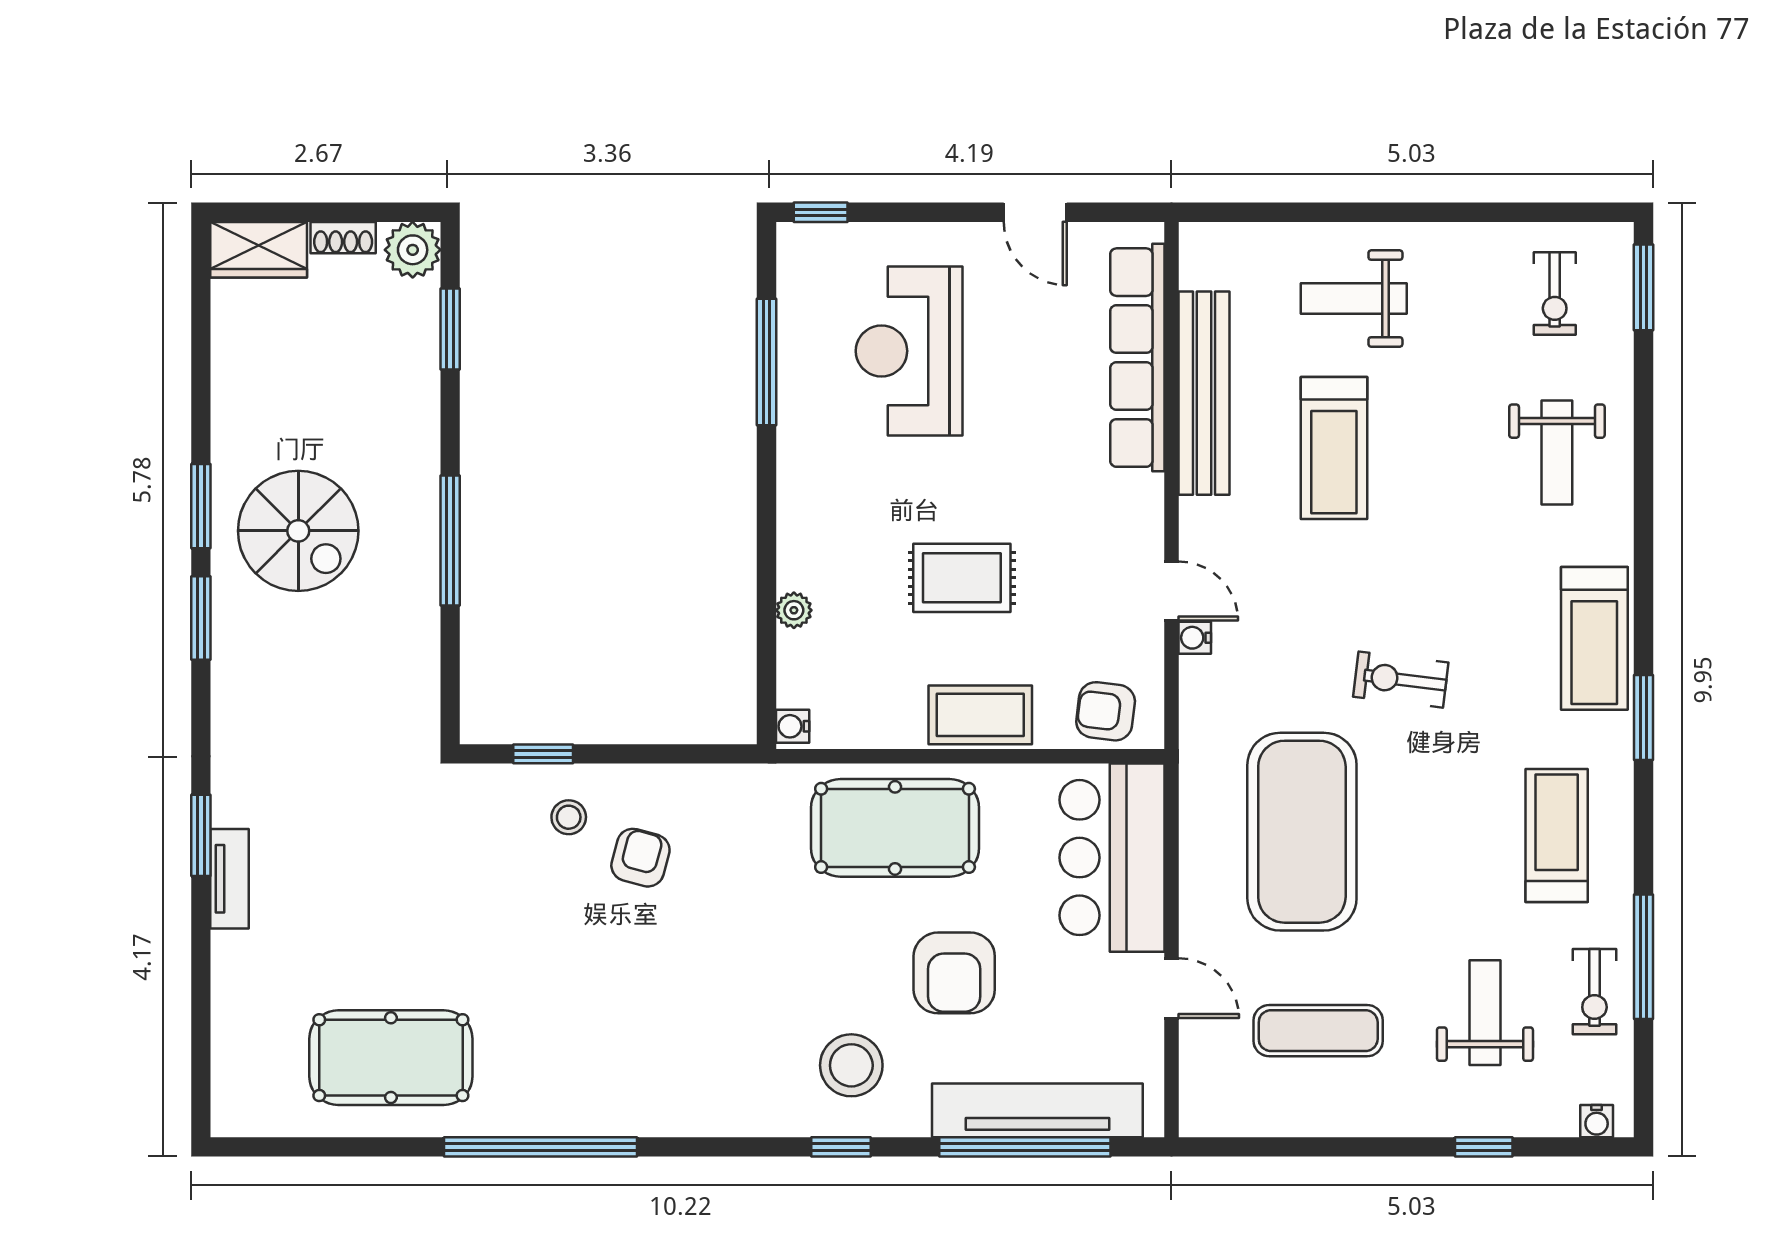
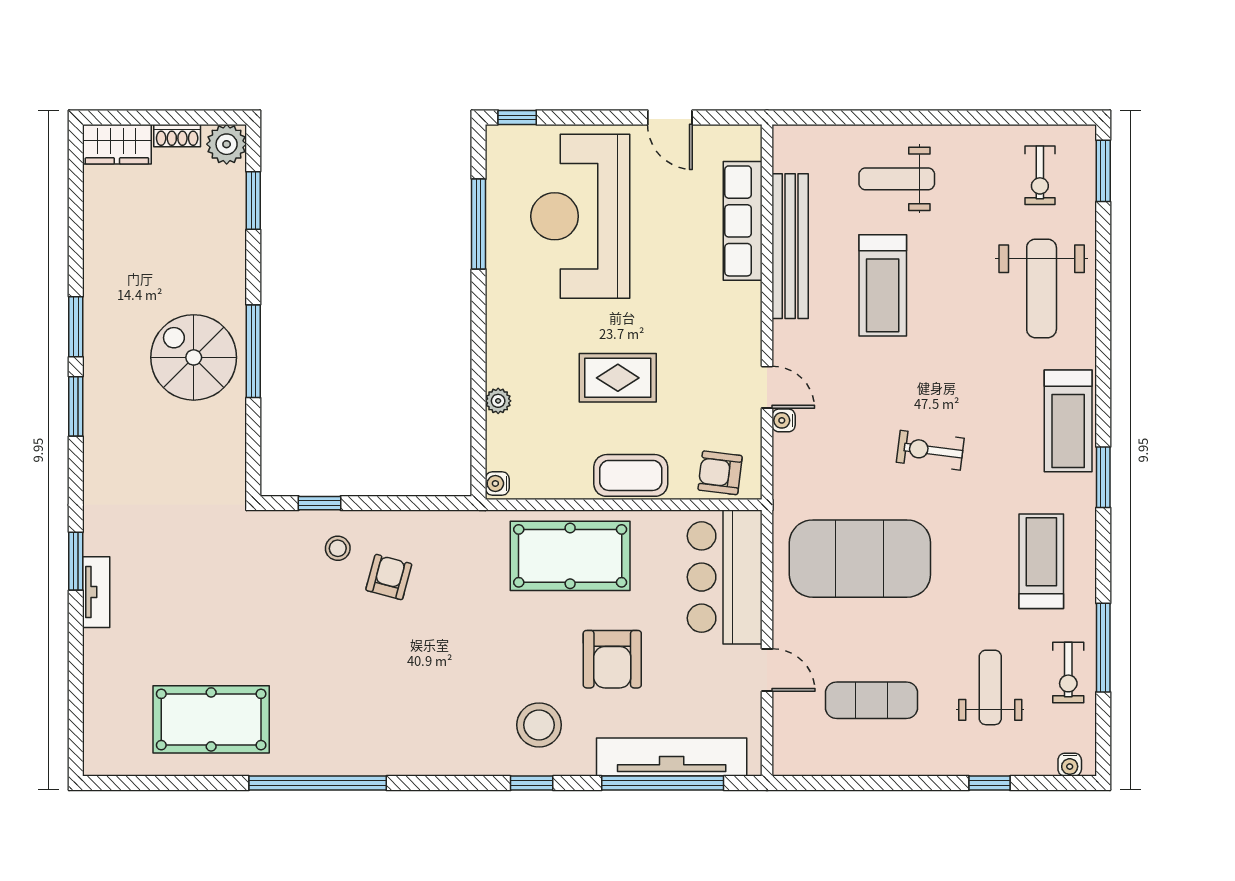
reception desk: (909, 351) -> (580, 216), width x1.36, depth x1.30
row of seats: (1137, 358) -> (743, 221), width x0.73
weight bench: (1557, 452) -> (1042, 288), width x1.36, depth x1.33
spiral stairs: (298, 531) -> (194, 357), moved, turned 180
exercise mat: (1302, 832) -> (860, 559), turned 90

